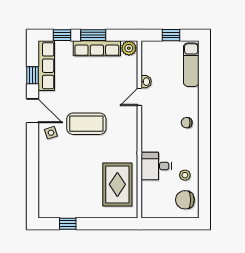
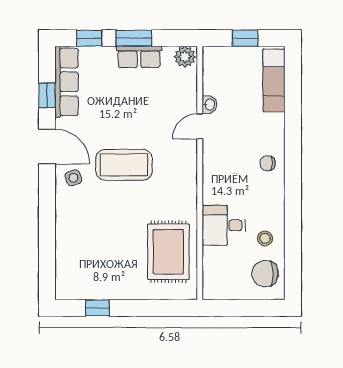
row of seats: (97, 48) -> (139, 57), width x0.68

